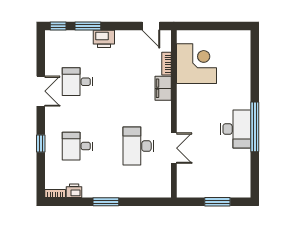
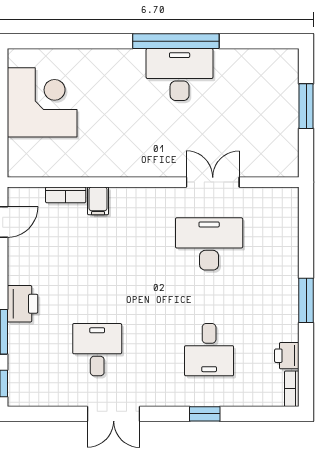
corner desk: (196, 64) -> (42, 102), moved, turned 90
desk: (78, 82) -> (97, 350), turned 180
filing cabinet: (163, 88) -> (98, 201), width x0.50
double door: (41, 91) -> (114, 414), swing flipped
desk: (138, 146) -> (209, 244), turned 180

